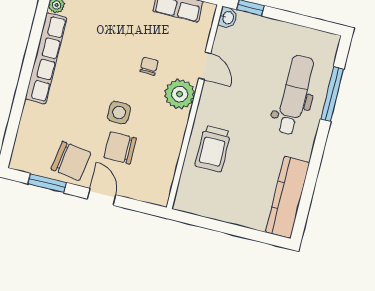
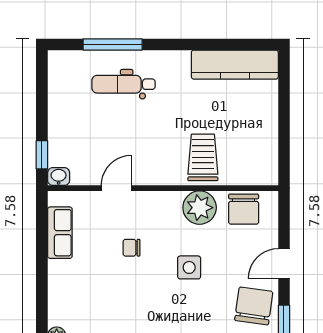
plant: (180, 94) -> (200, 208), moved
dental chair: (295, 95) -> (123, 84), width x0.73, depth x0.72
chair: (120, 148) -> (244, 209), moved
trolley: (213, 149) -> (203, 157), turned -90

